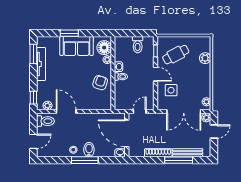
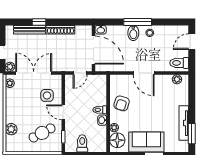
window: (33, 98) -> (192, 88), removed
door: (66, 112) -> (144, 73), moved
window: (179, 160) -> (39, 22), width x0.46

